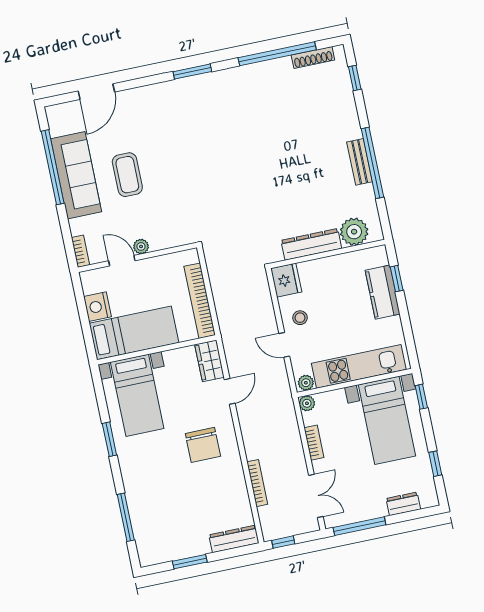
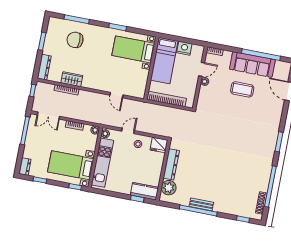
kitchen counter: (383, 292) -> (145, 191), moved
wardrobe: (210, 361) -> (72, 79), moved
chair: (203, 445) -> (75, 40), moved
dresser: (403, 504) -> (25, 167), moved

